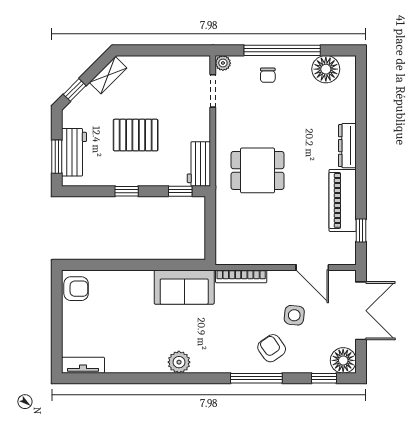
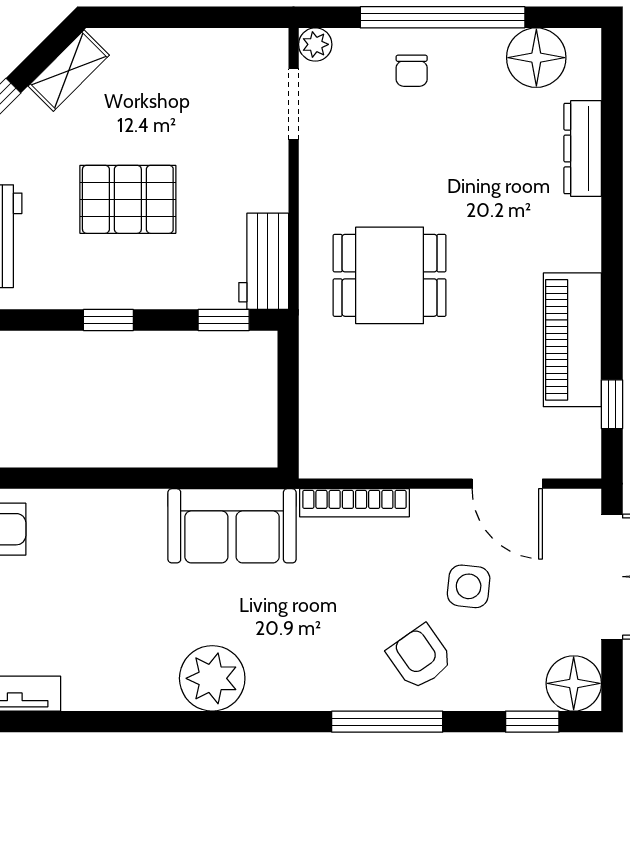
dresser: (347, 146) -> (583, 149), moved
plant: (179, 362) -> (212, 678), width x1.36, depth x1.36

